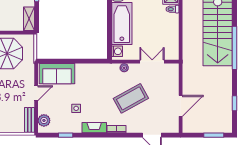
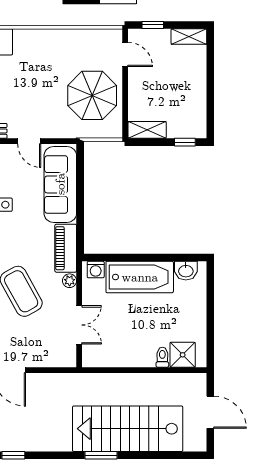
window: (234, 48) -> (101, 455), width x0.47
piano: (104, 70) -> (66, 248), added
sofa: (57, 74) -> (60, 184), width x1.36

